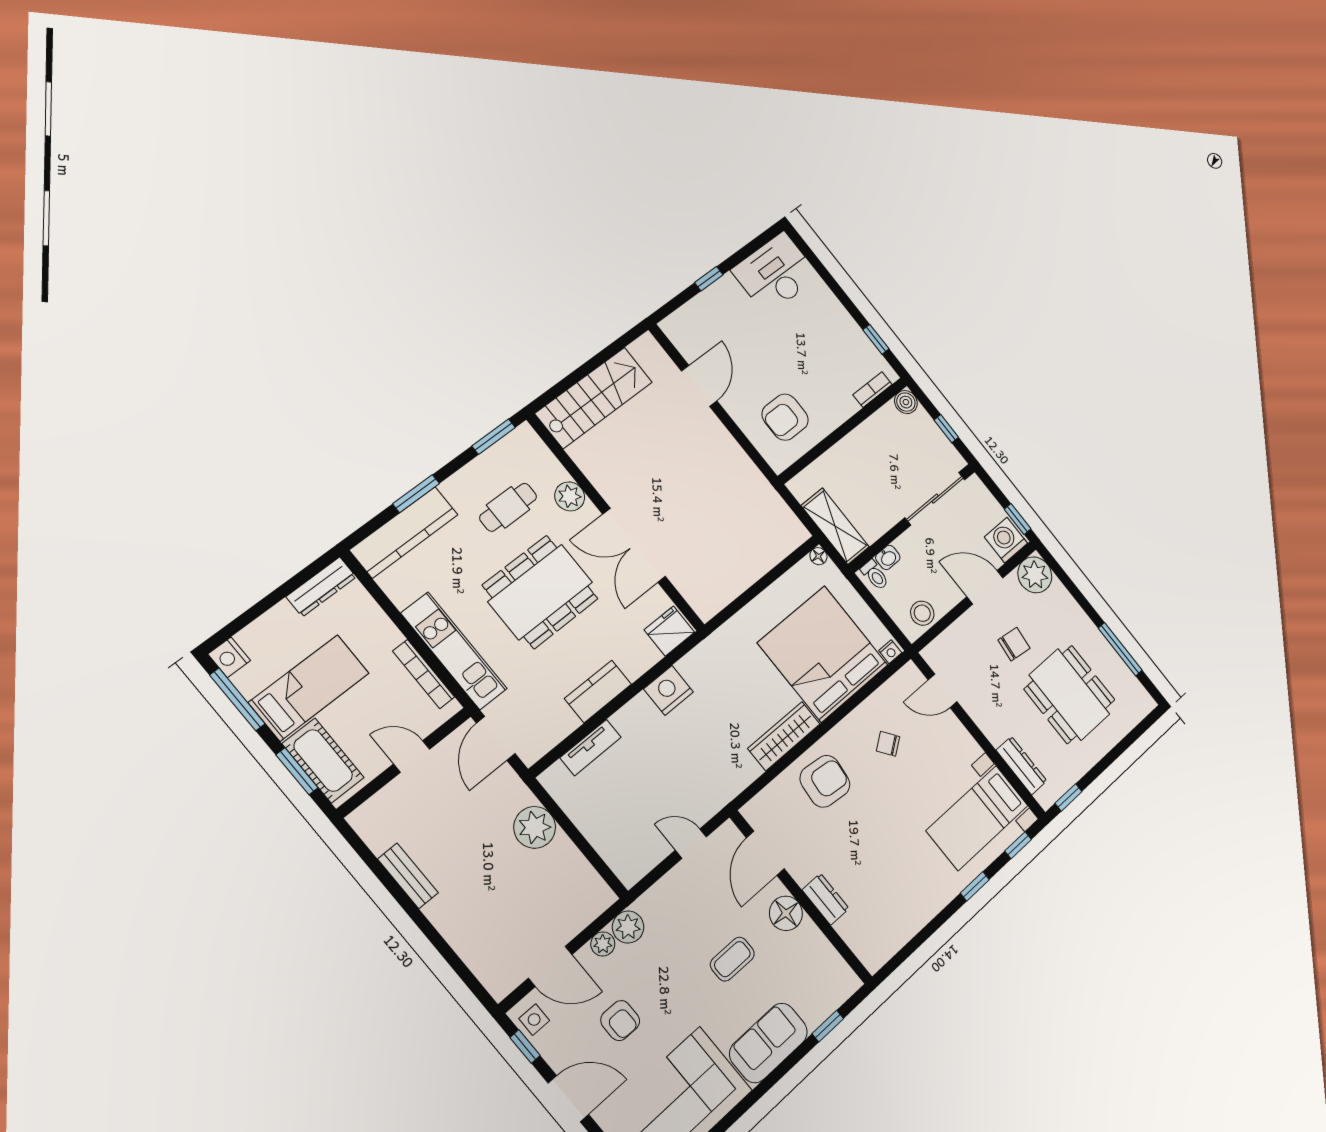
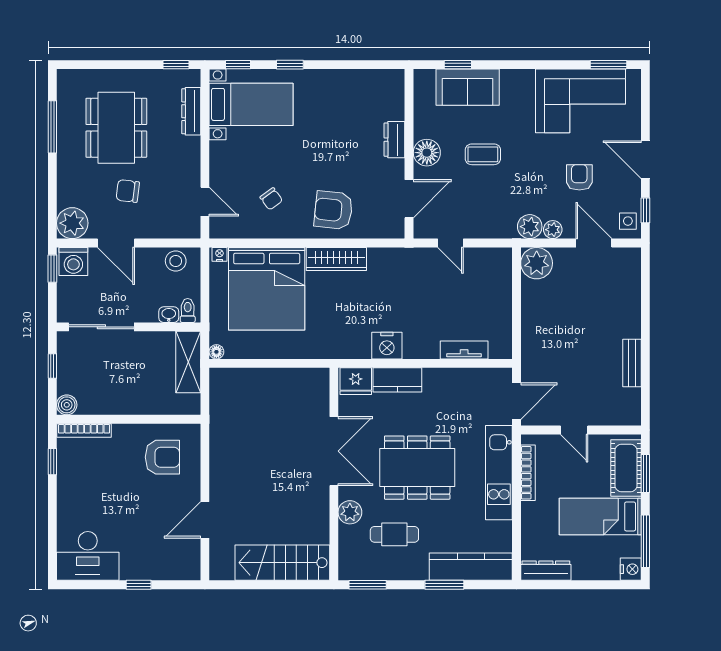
bookcase: (872, 390) -> (84, 430), width x1.56
kitchen counter: (598, 691) -> (397, 380), moved
plant: (535, 827) -> (537, 263), moved
sofa: (769, 1043) -> (468, 87), moved

